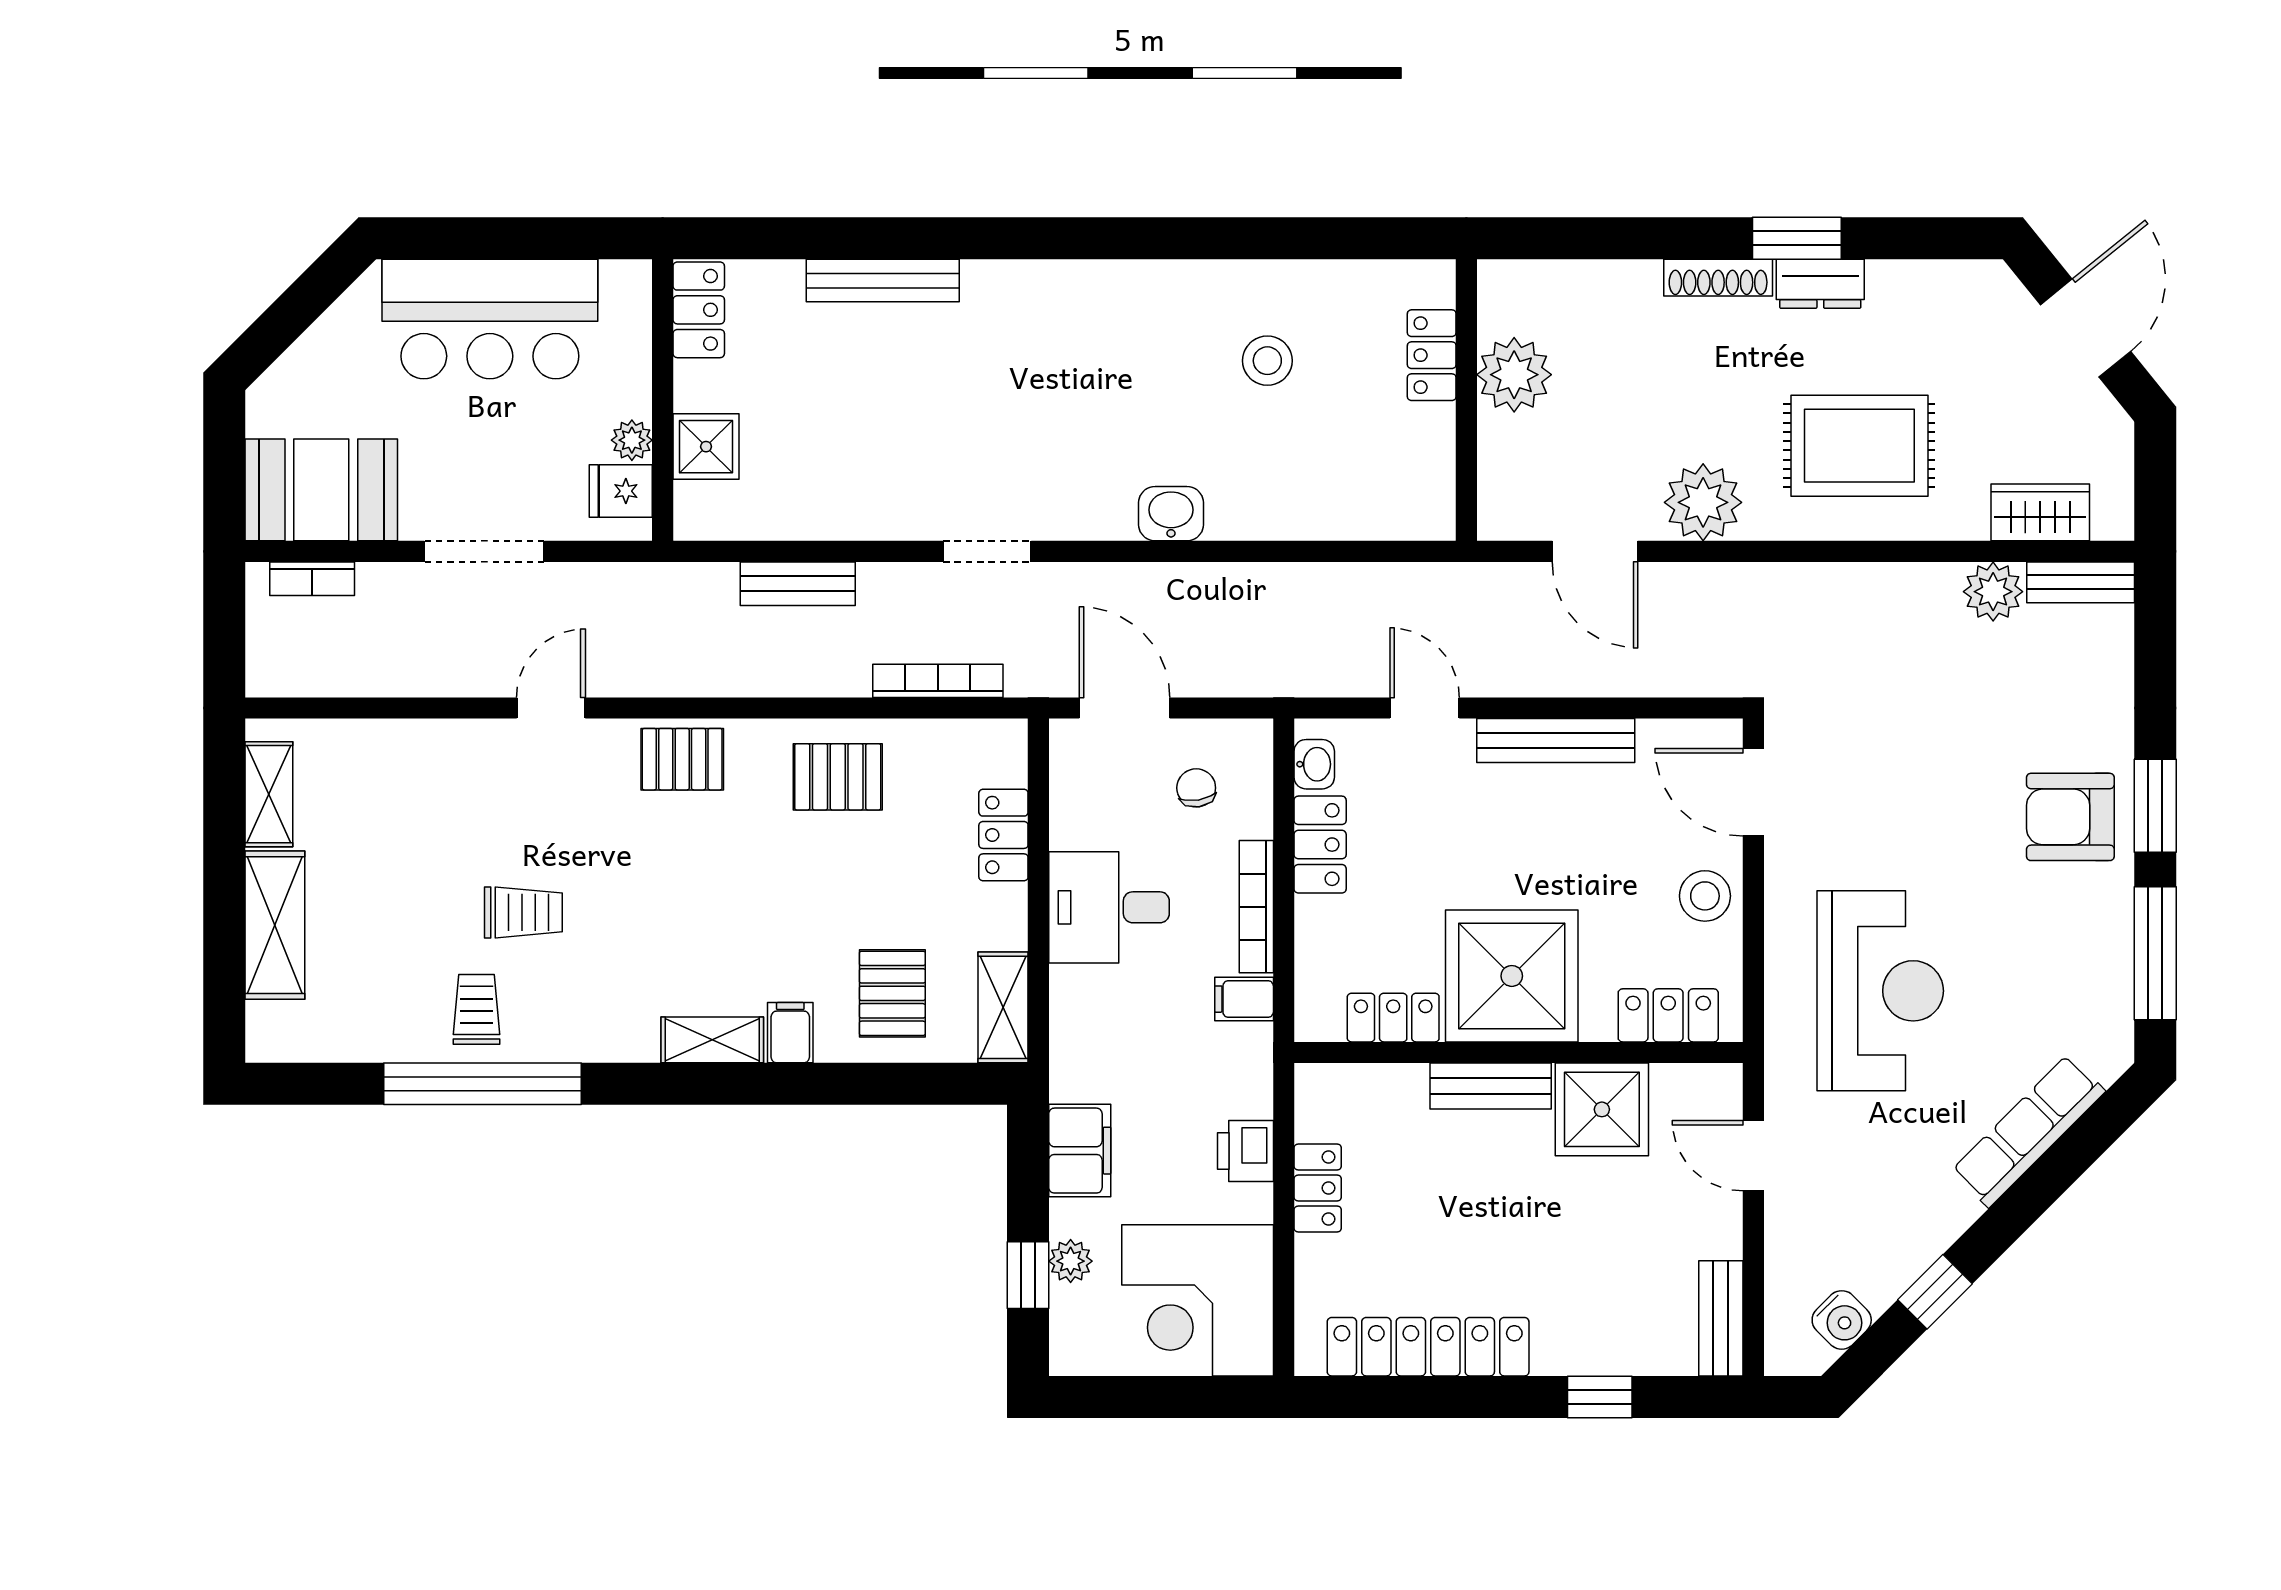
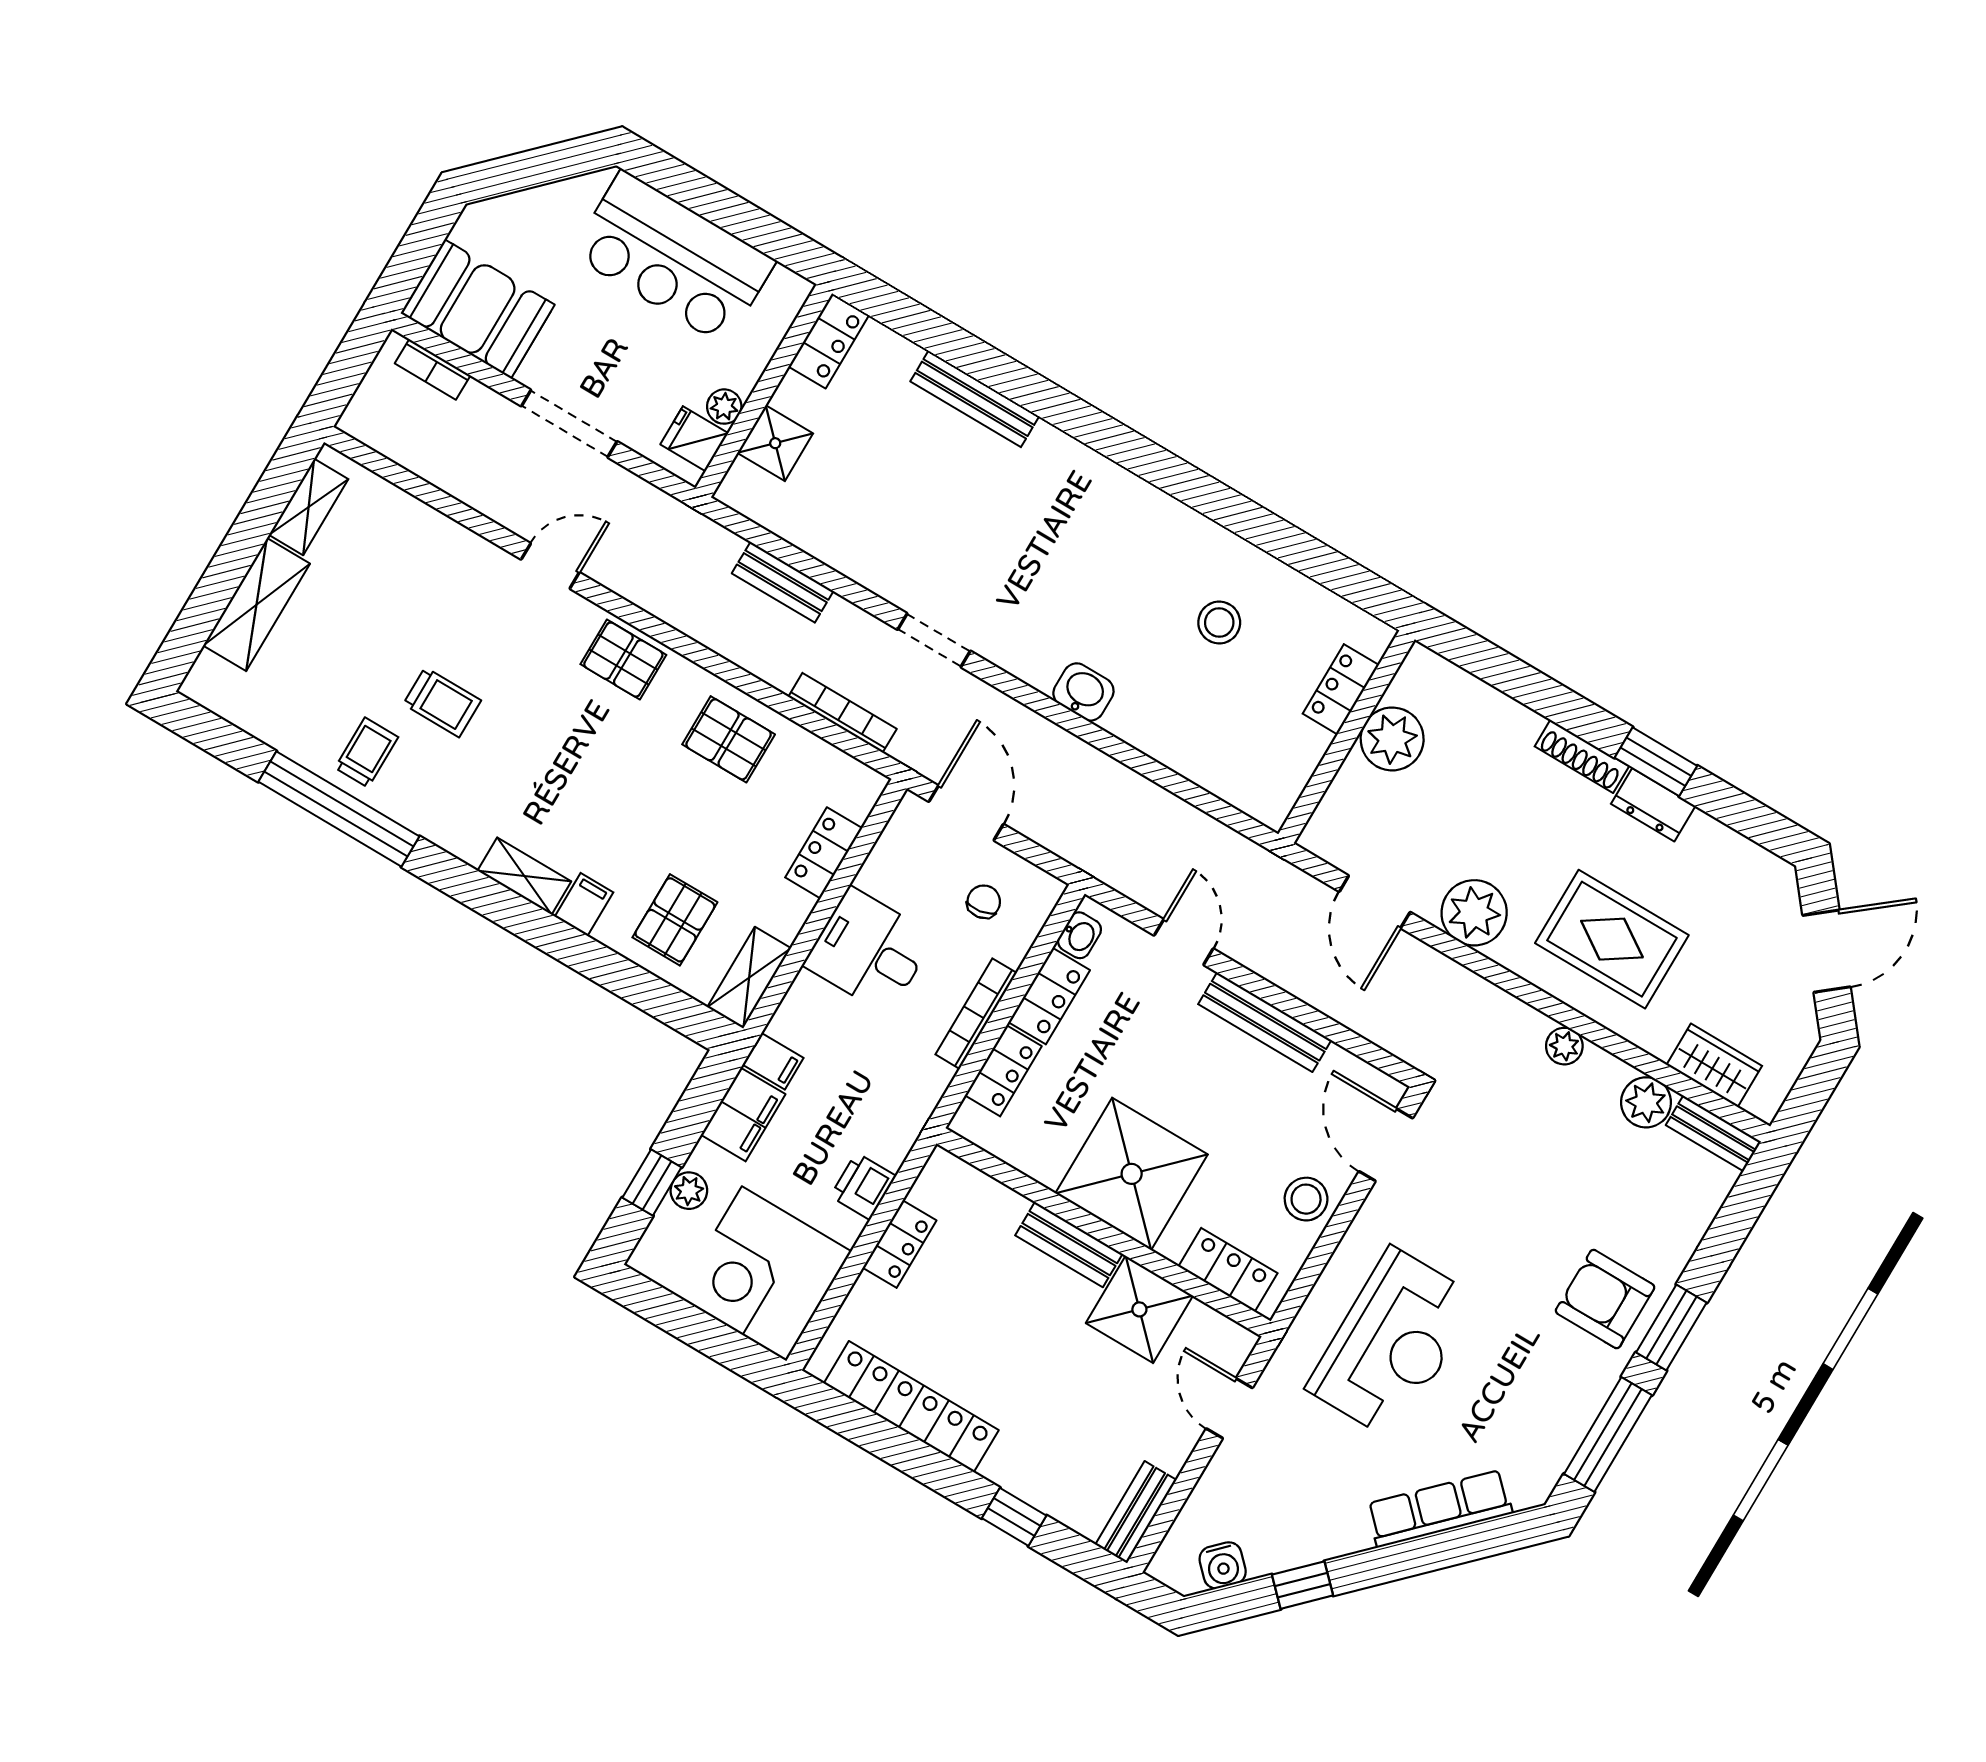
plant: (1876, 584) -> (1564, 1046), added
filing cabinet: (1244, 999) -> (773, 1061), moved, turned 180
locker: (1393, 1018) -> (1003, 1071), moved, turned 90

